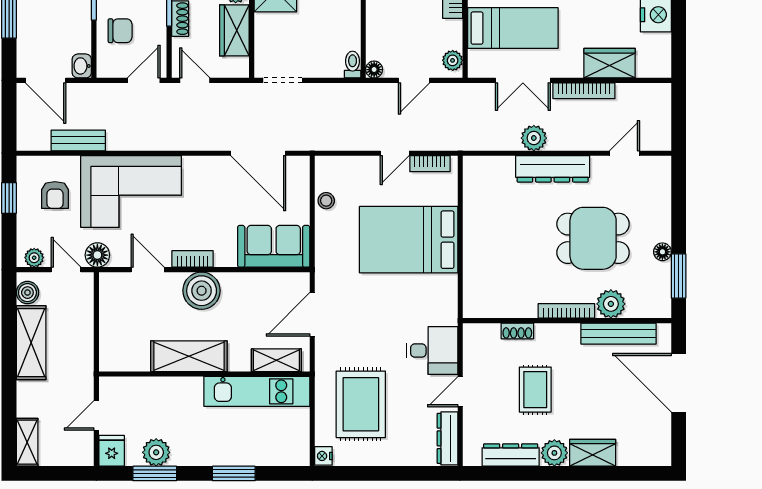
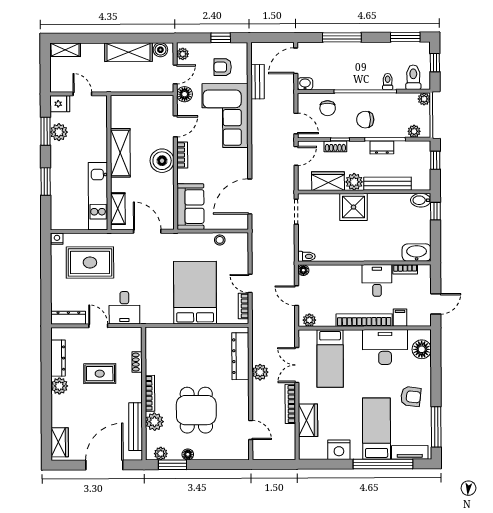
dresser: (553, 169) -> (240, 356), moved
plant: (661, 294) -> (161, 454), added
wardrobe: (593, 453) -> (60, 442), moved

